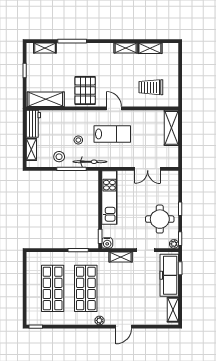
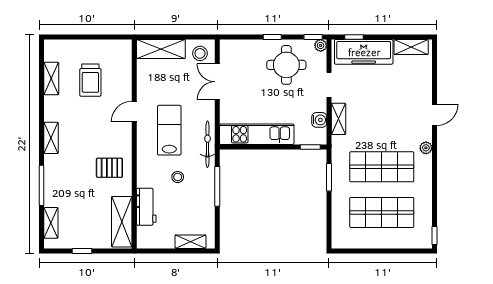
shelving: (126, 48) -> (51, 138), moved
trolley: (151, 87) -> (90, 80), moved
pallet: (85, 90) -> (109, 168), width x0.67, depth x0.71
door: (114, 108) -> (134, 112), moved
workbench: (33, 124) -> (146, 207), moved, turned 90
stool: (59, 157) -> (200, 53), moved
bicycle: (90, 162) -> (207, 144), moved
double door: (148, 169) -> (217, 82), swing flipped
water cooler: (107, 243) -> (319, 120), moved
door: (124, 327) -> (434, 115), hinge flipped

